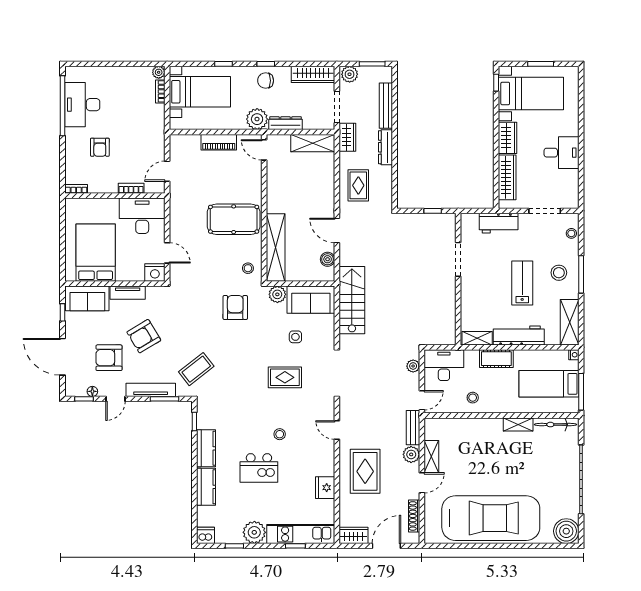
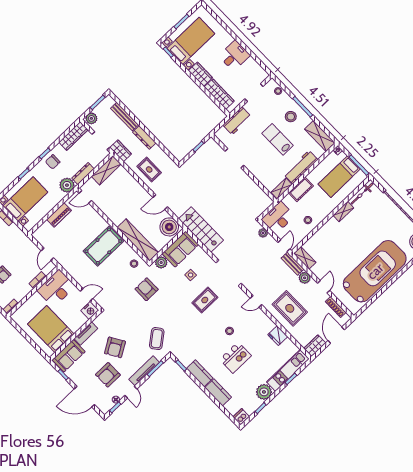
boiler: (328, 259) -> (169, 227), width x1.86, depth x1.86
shelving: (431, 457) -> (305, 258), moved

